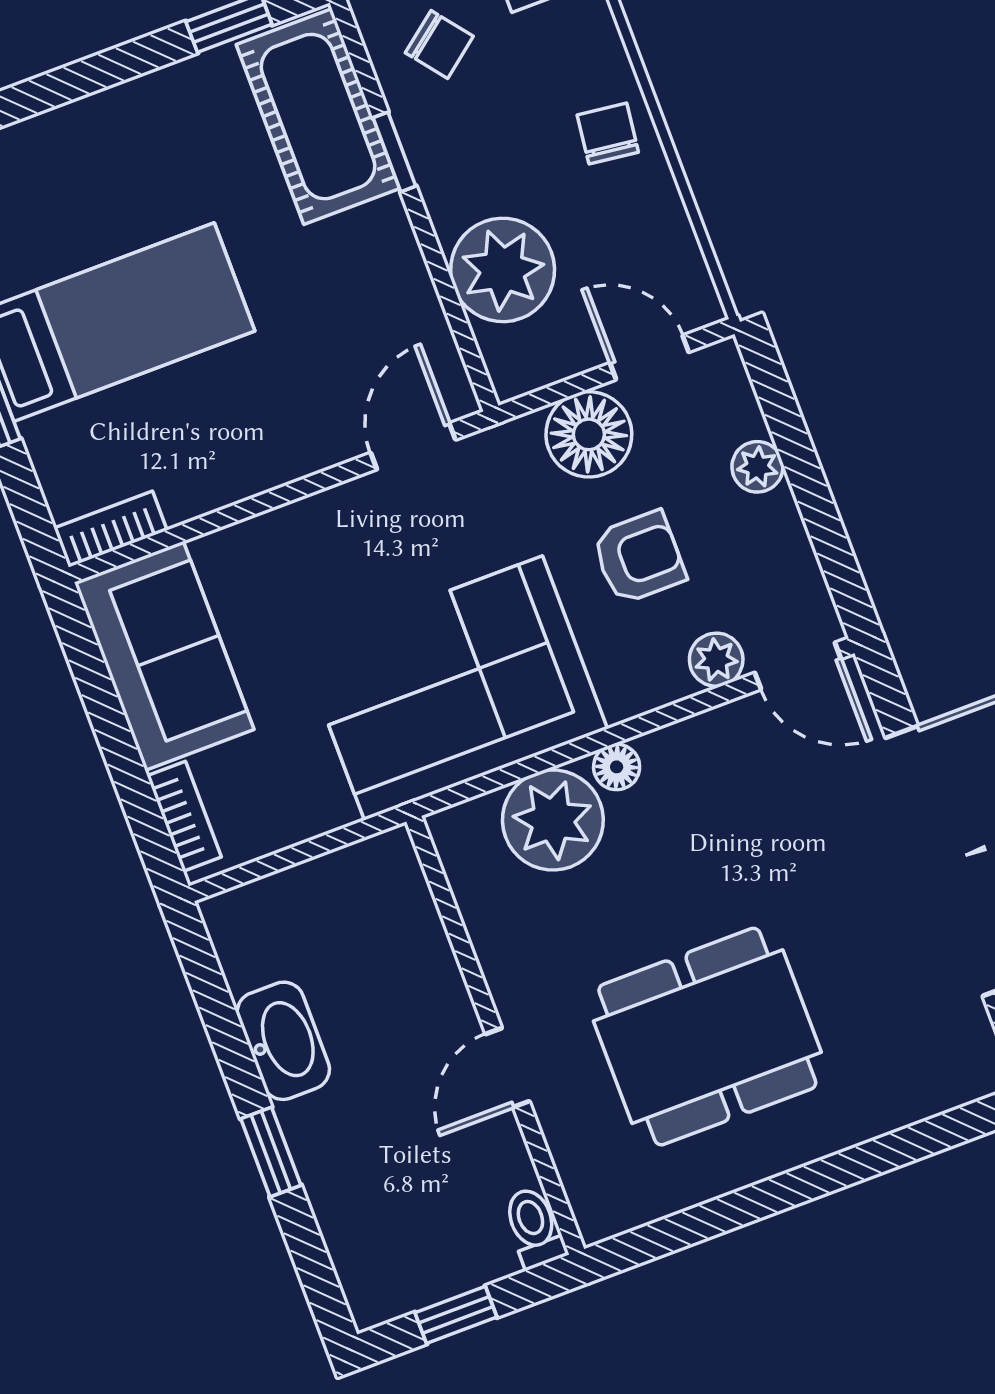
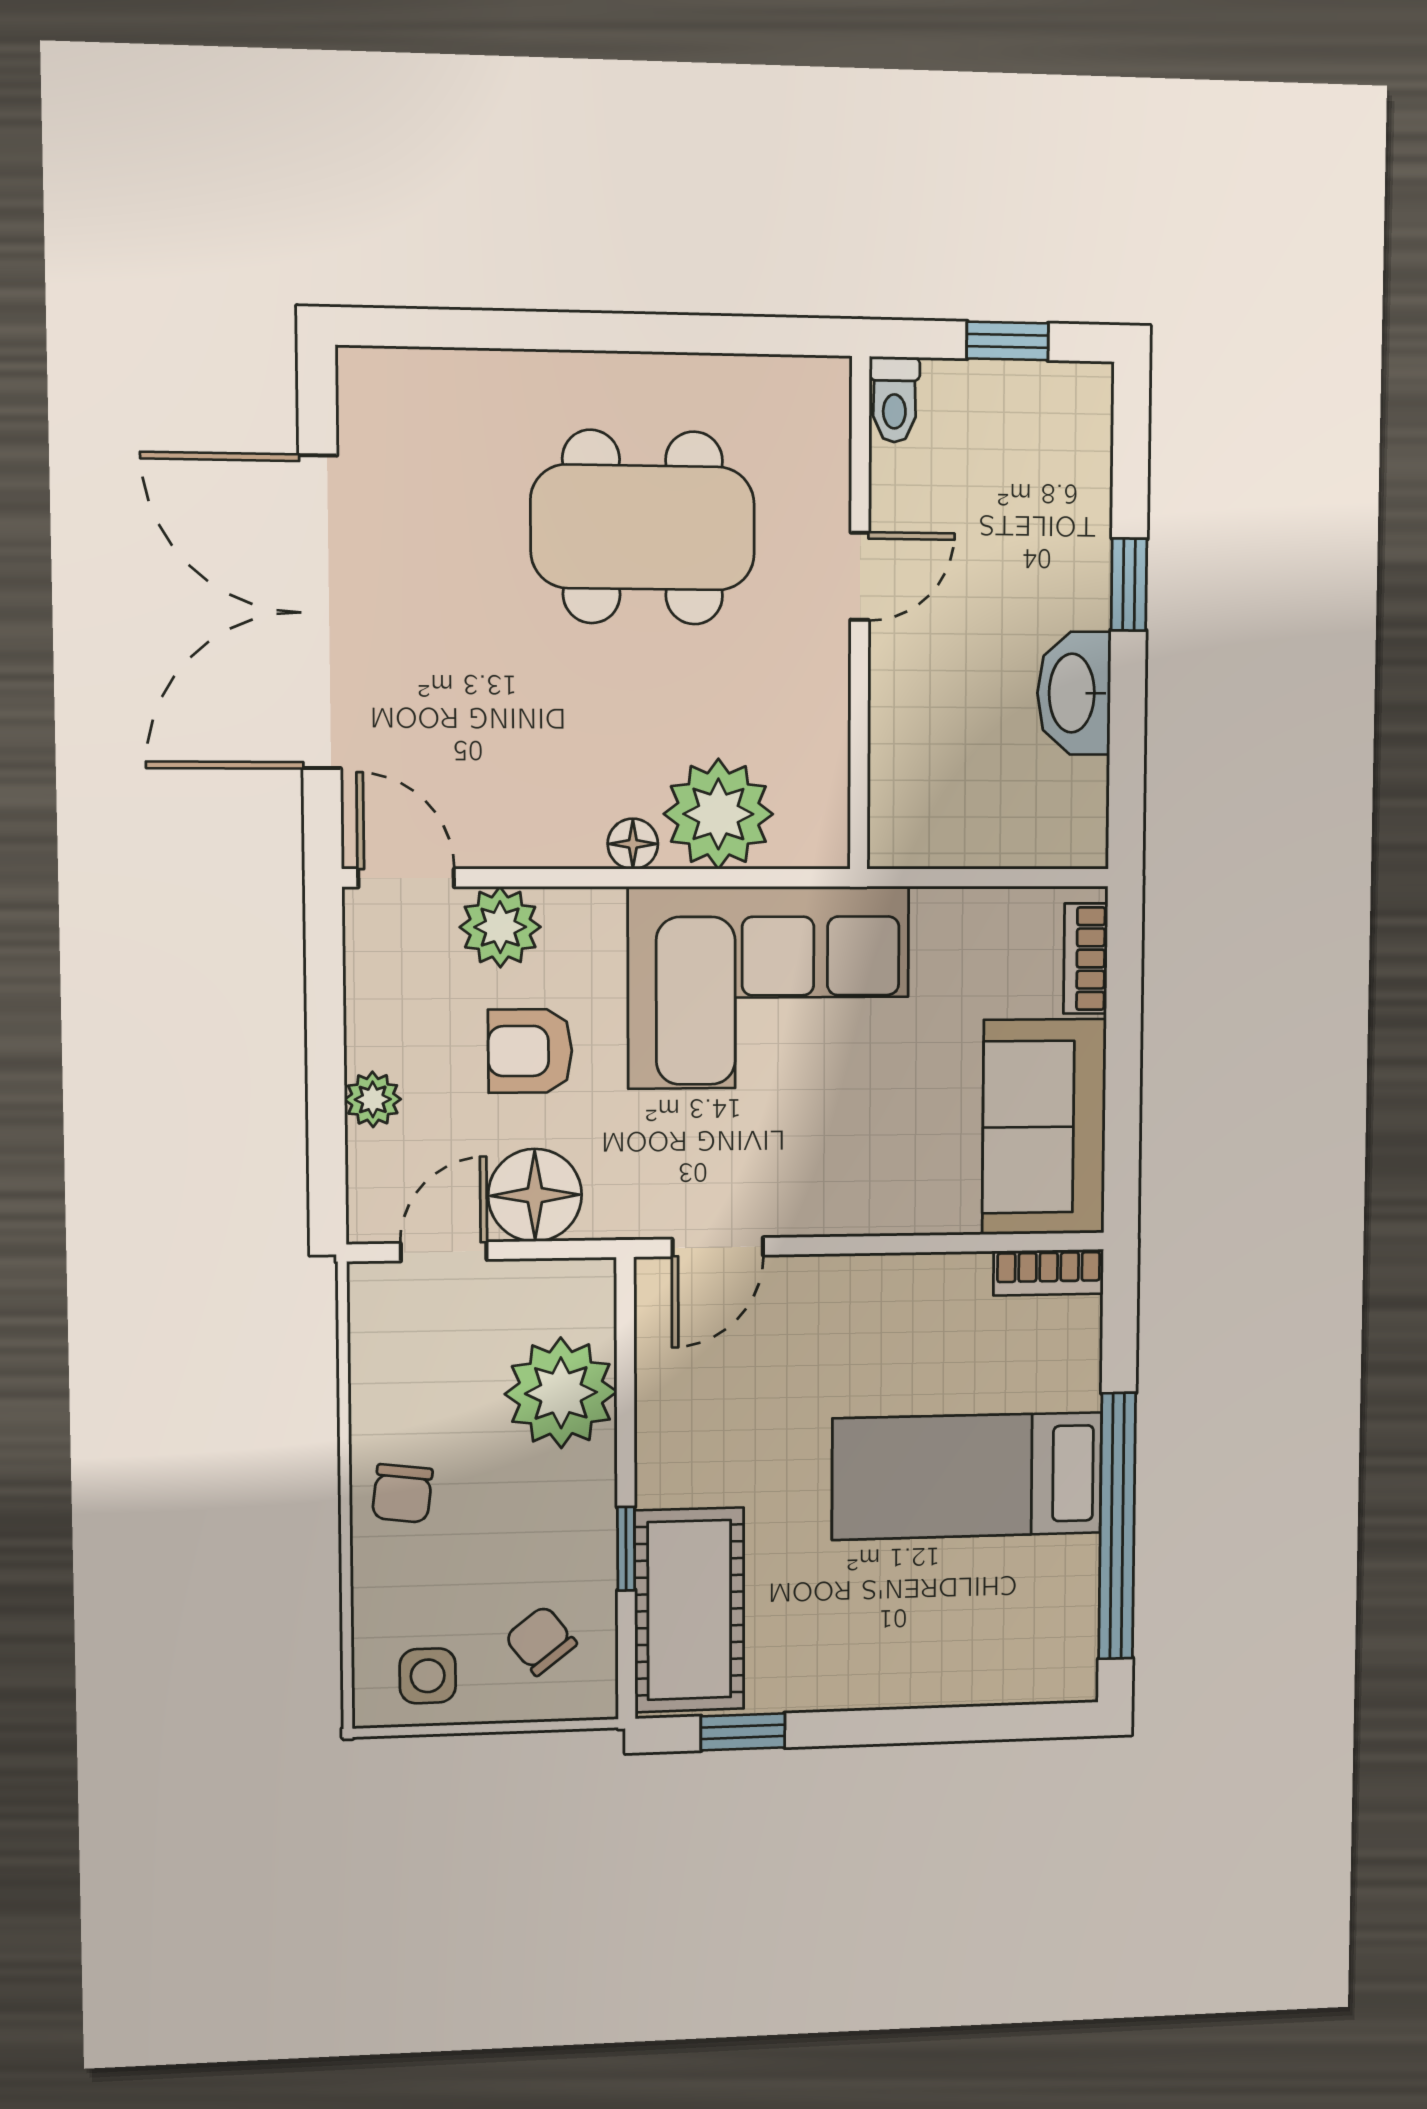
door: (649, 358) -> (444, 1251), swing flipped
plant: (716, 660) -> (500, 927), width x1.38, depth x1.38

